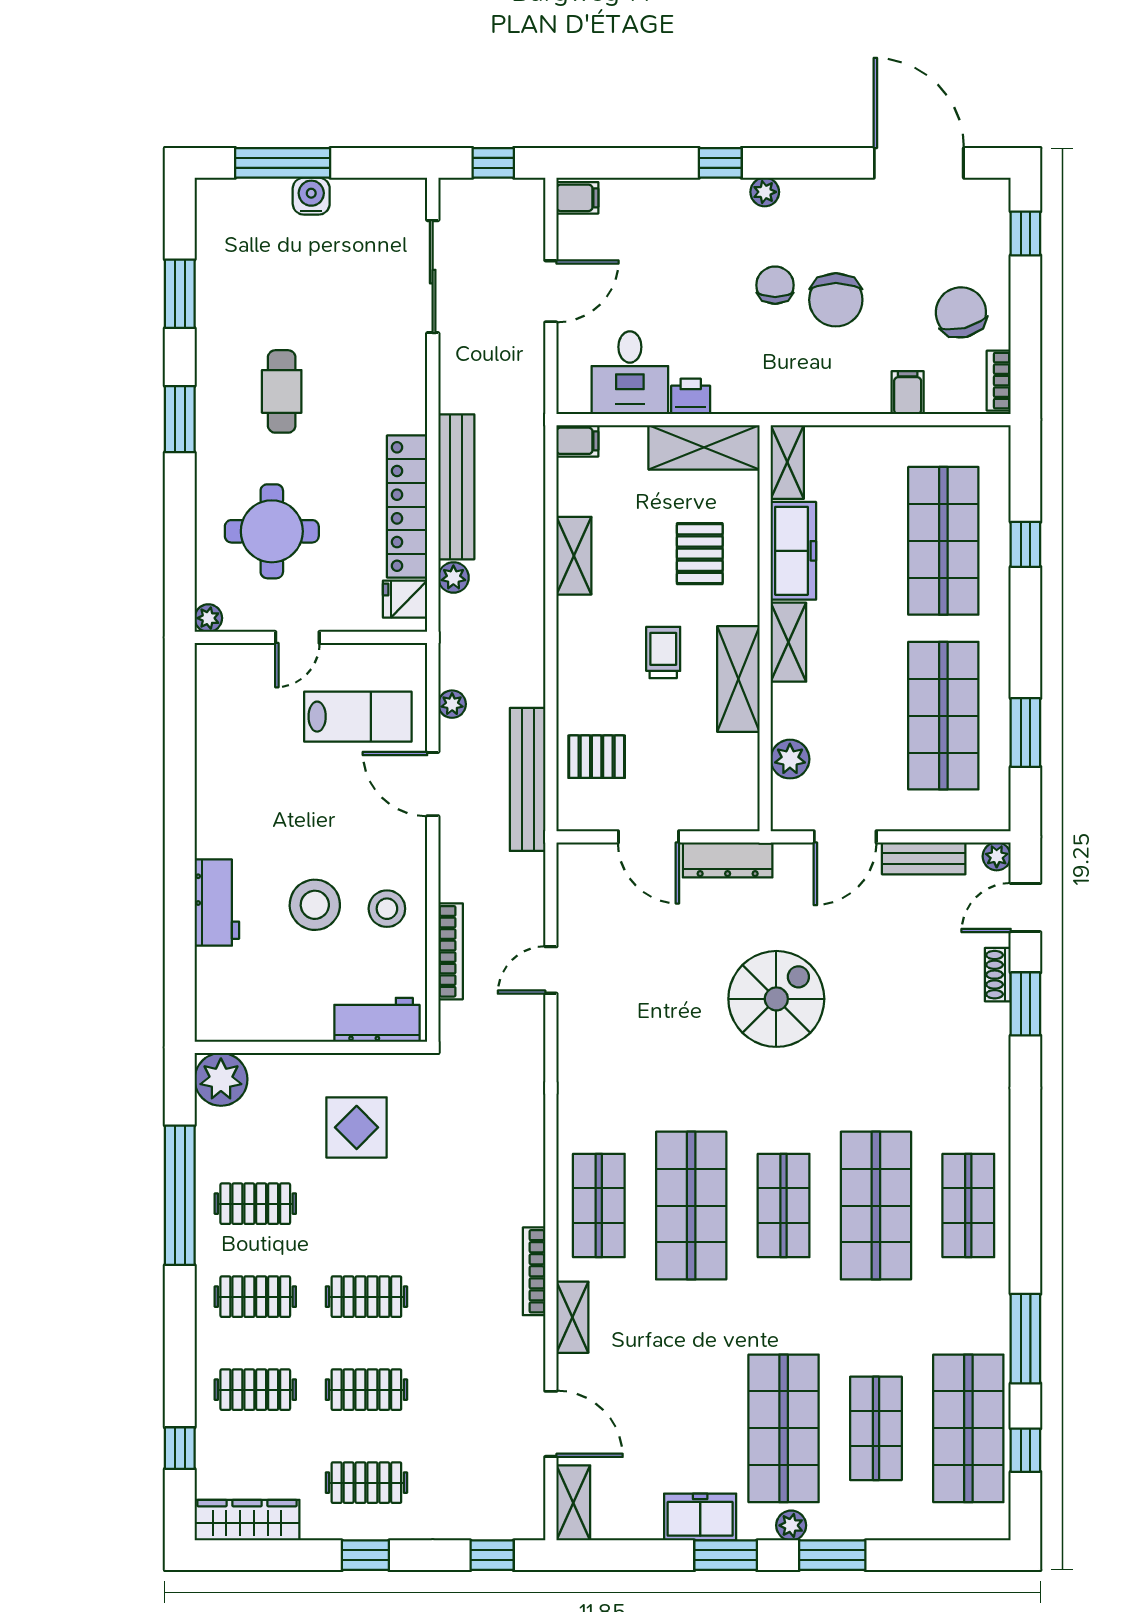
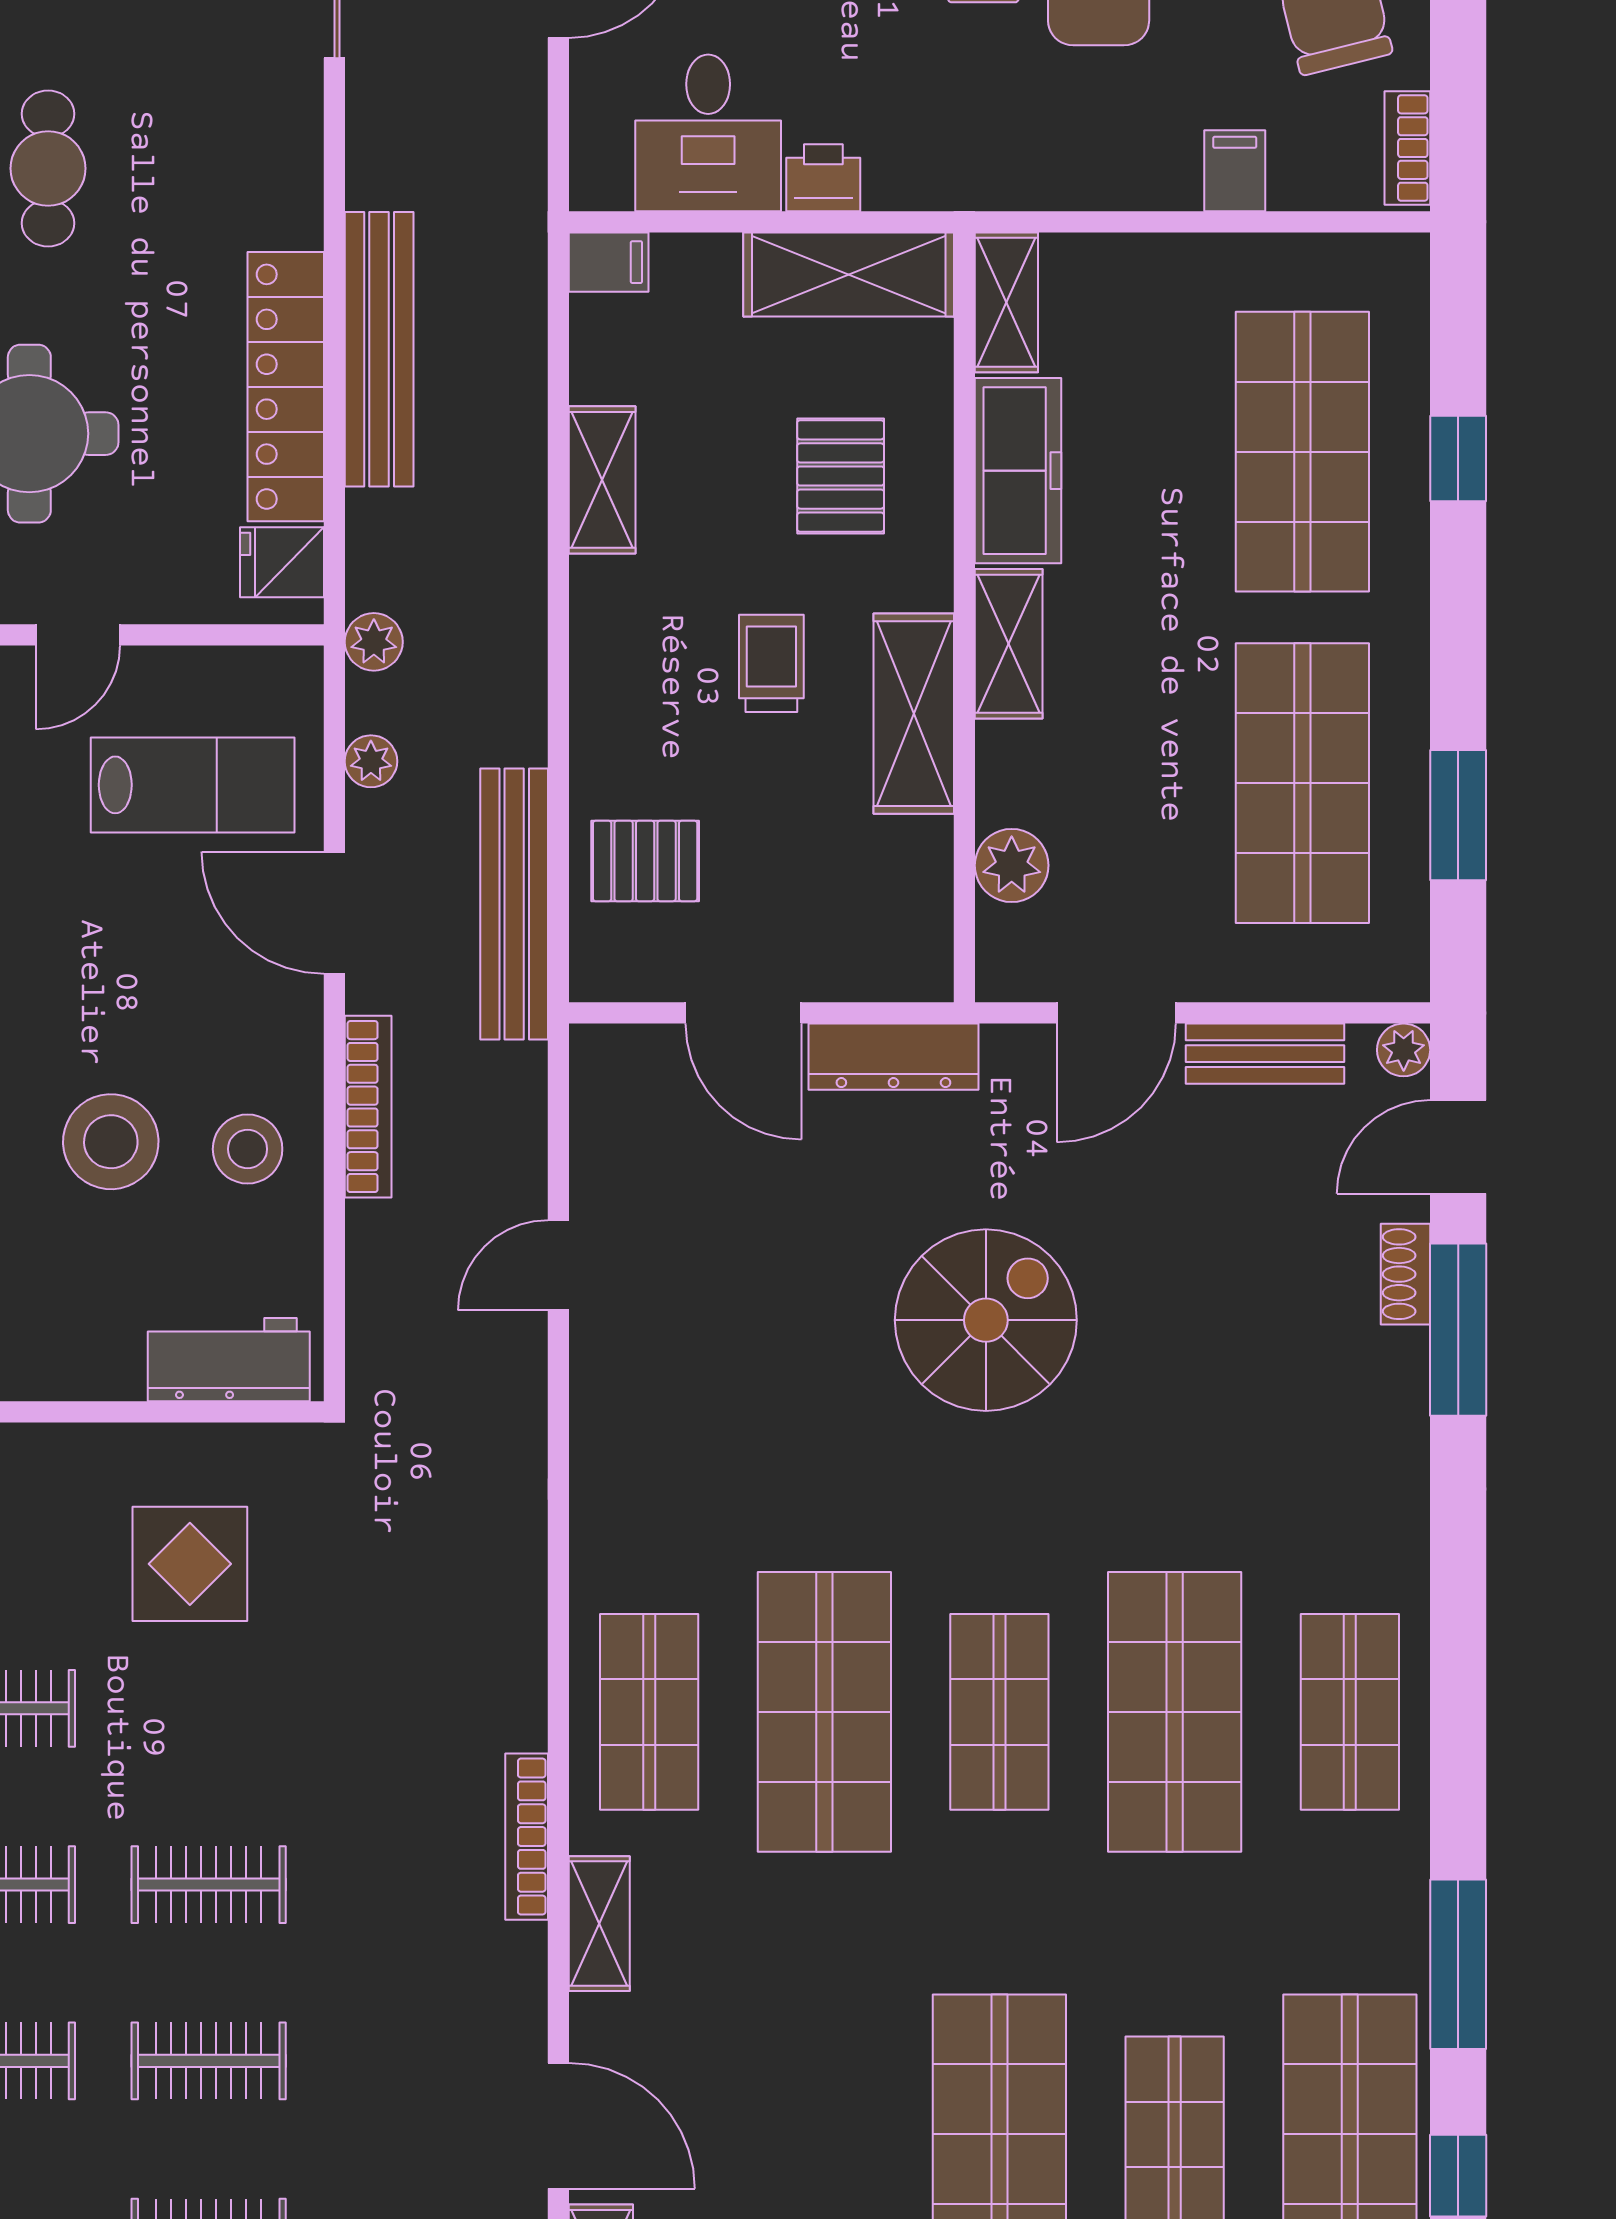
plant: (453, 577) -> (374, 642), moved
bookcase: (451, 951) -> (368, 1107), moved
window: (1025, 1004) -> (1458, 1330), width x1.44

